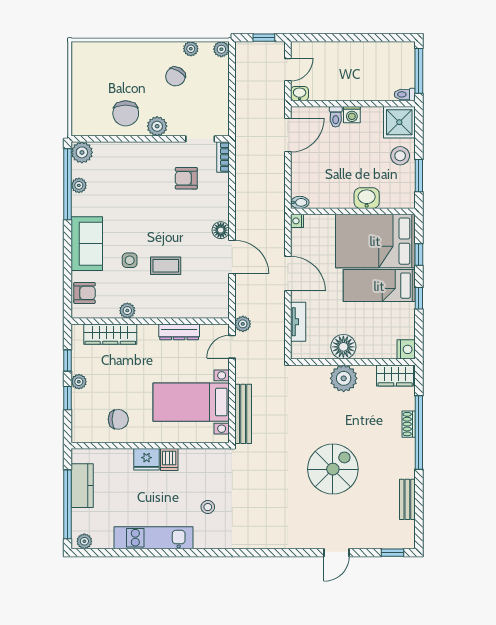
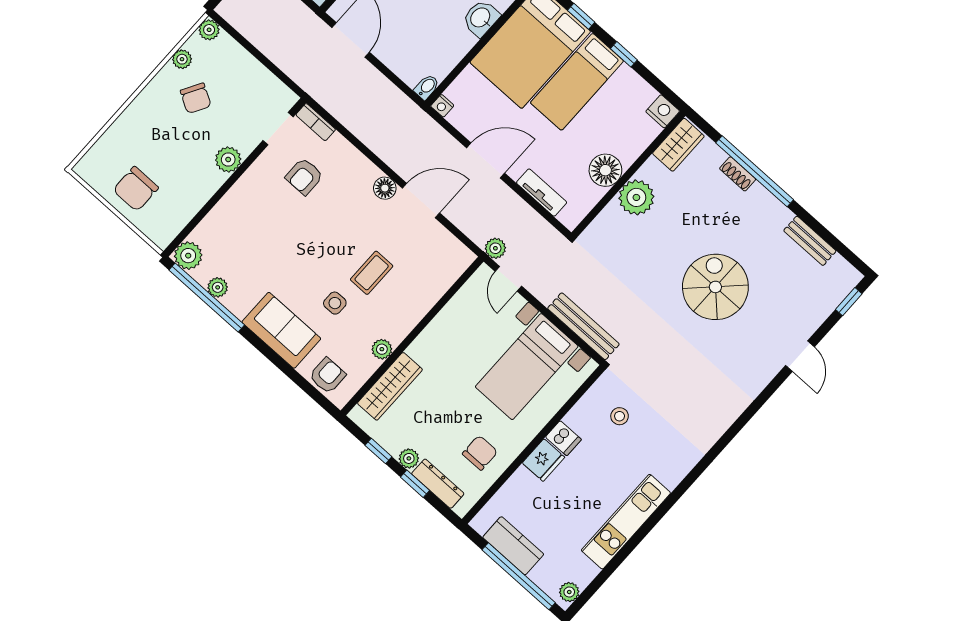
chair: (126, 113) -> (136, 189), moved, turned 90
dresser: (179, 332) -> (438, 484), moved, turned -90
stool: (208, 507) -> (620, 416), moved

